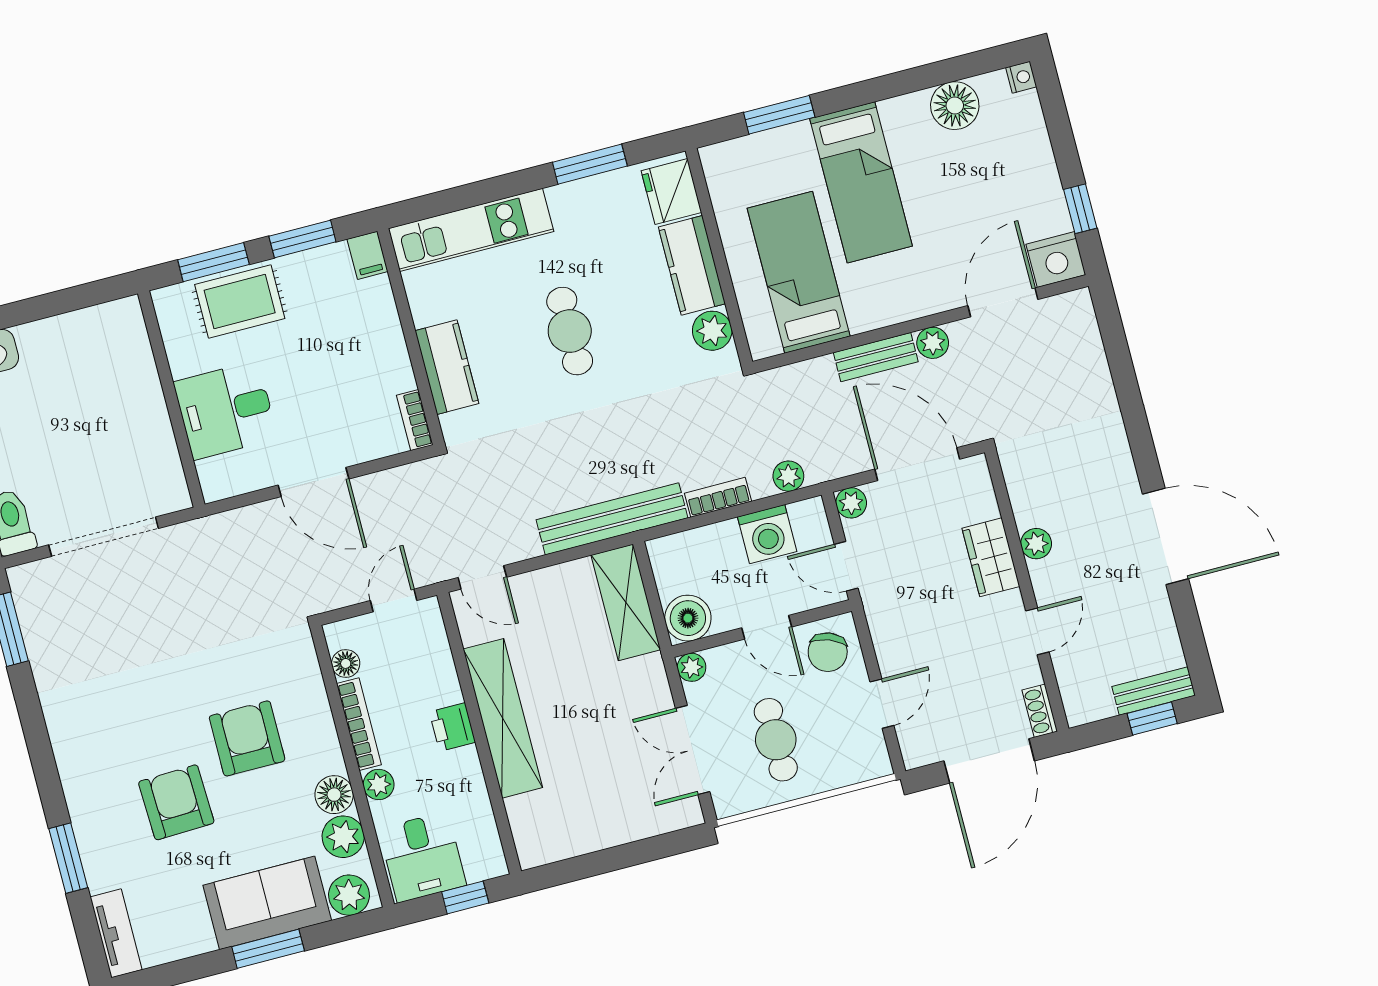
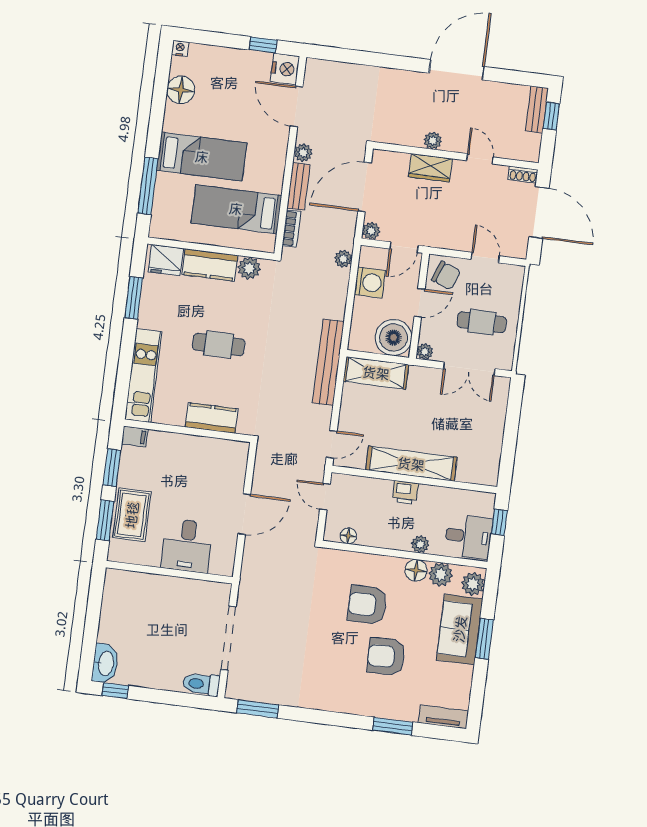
window: (779, 115) -> (148, 186), width x1.44
bookcase: (415, 420) -> (233, 447), removed
bookcase: (718, 497) -> (291, 229), moved, turned 180
boiler: (688, 618) -> (393, 338), width x1.37, depth x1.37
bookcase: (359, 724) -> (384, 542), removed

